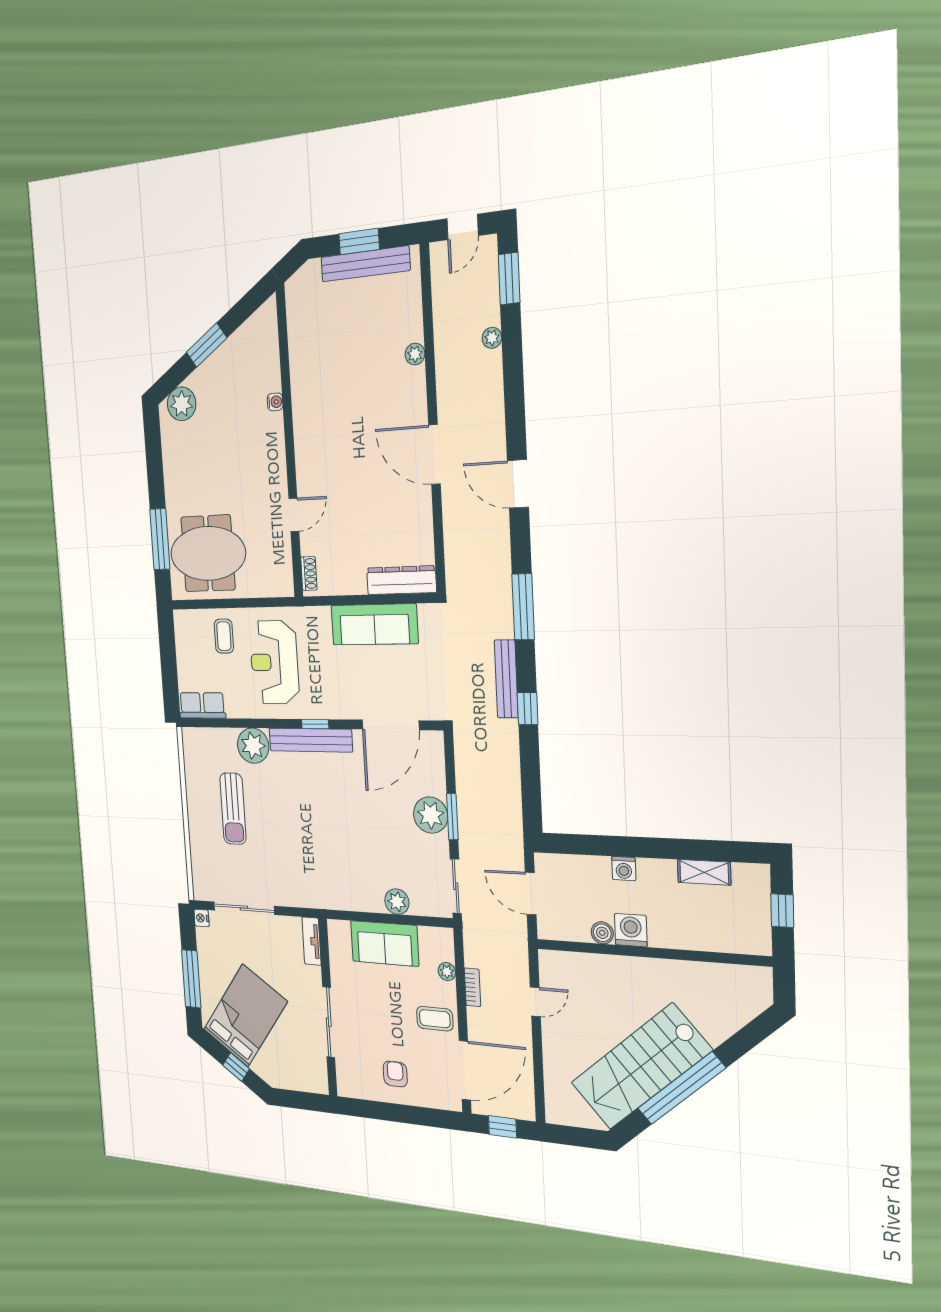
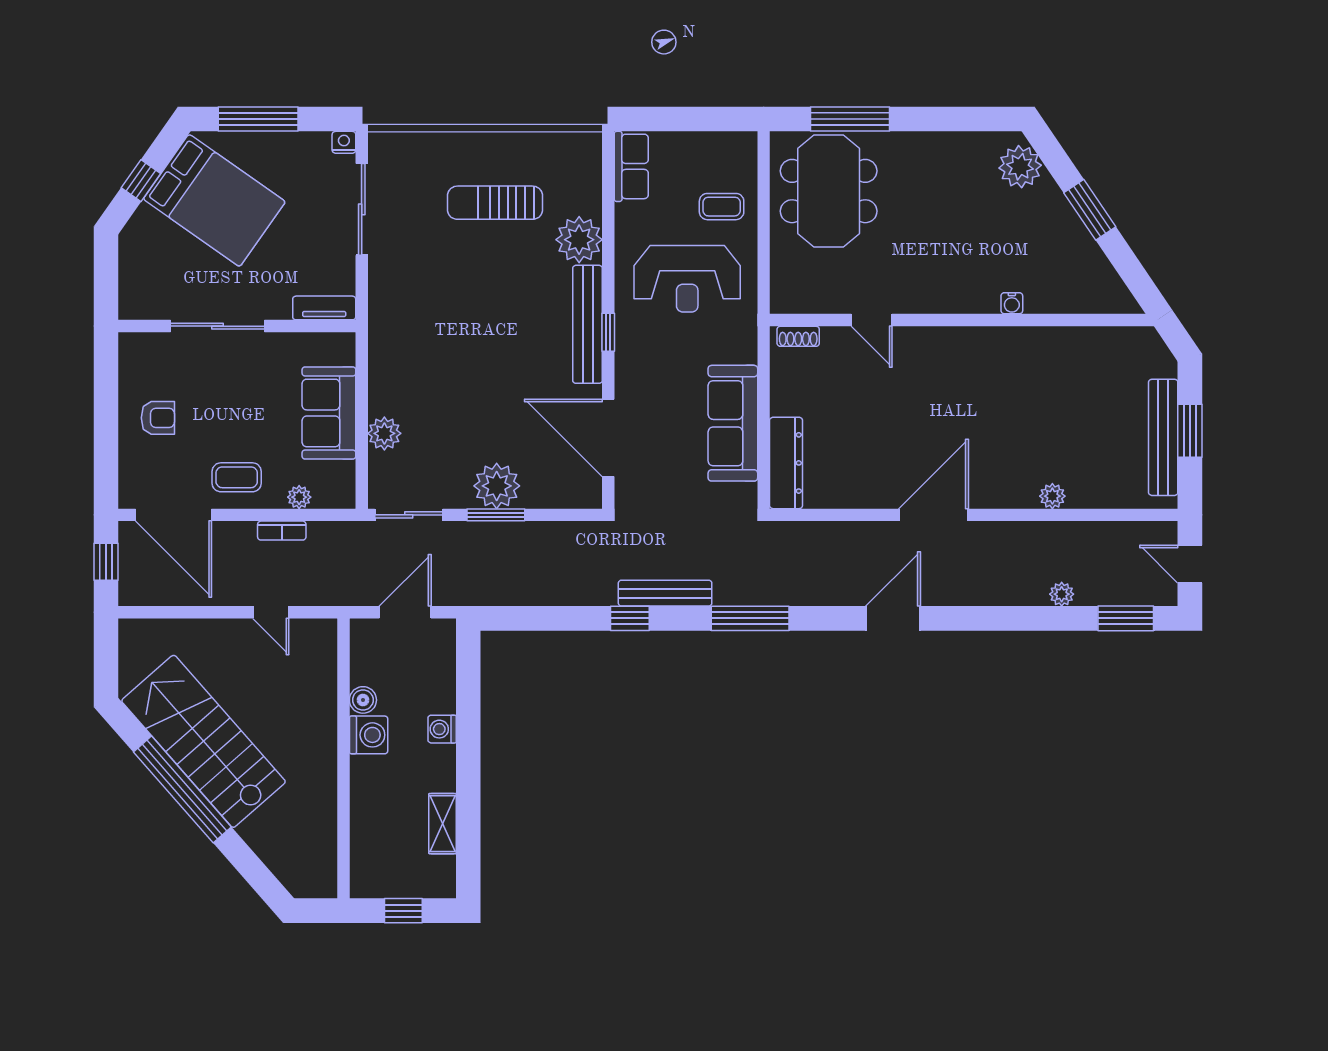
reception desk: (274, 662) -> (687, 279), turned 180
coffee table: (435, 1019) -> (237, 477), turned 90

